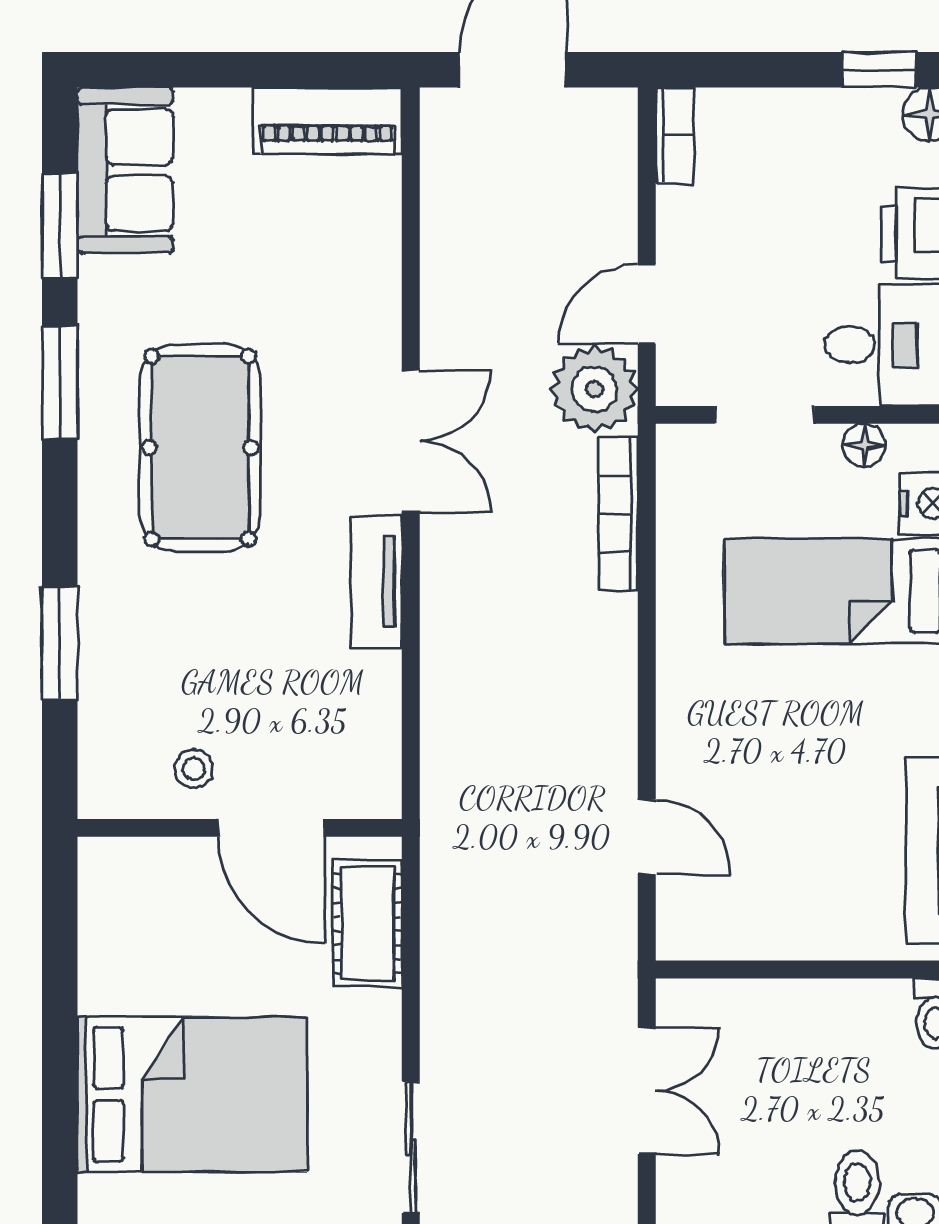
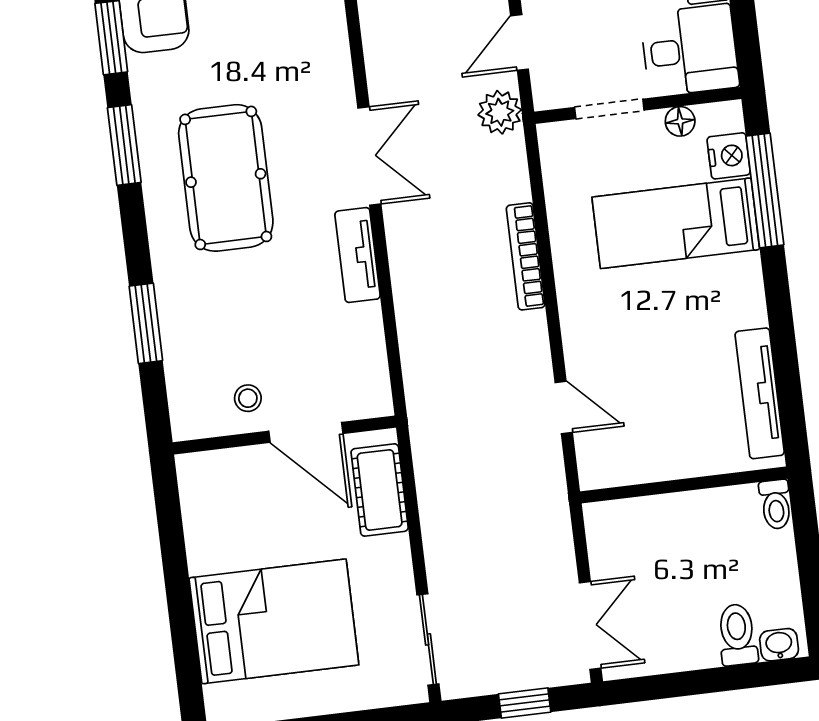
plant: (594, 389) -> (500, 112), width x0.73, depth x0.73
bookcase: (618, 514) -> (526, 256), moved
double door: (647, 1091) -> (590, 625), moved

